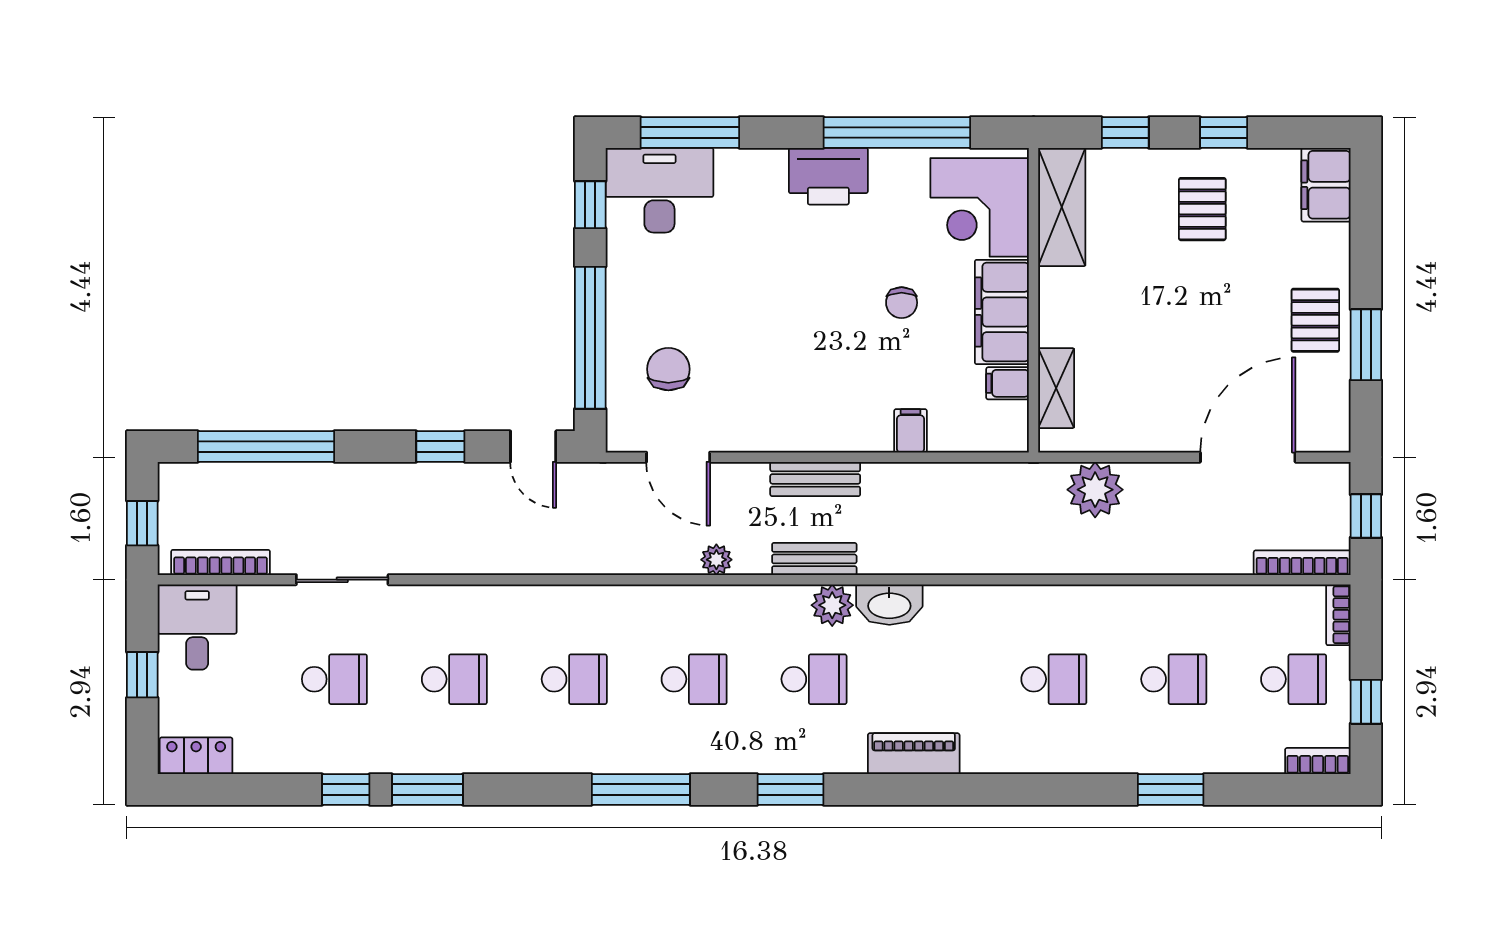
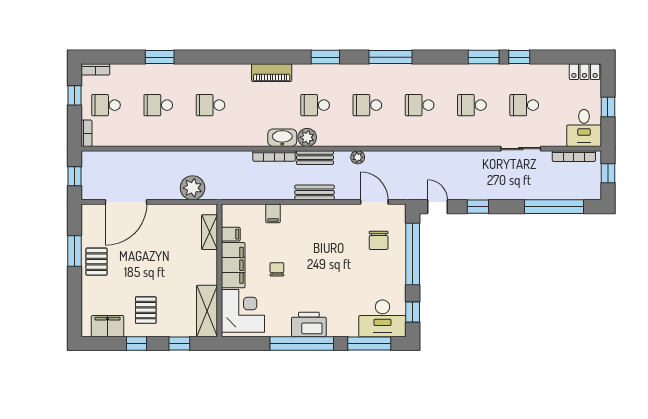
window: (897, 133) -> (302, 343), moved
filing cabinet: (1326, 185) -> (108, 326), moved, turned -90
bookcase: (1302, 563) -> (274, 156), moved

